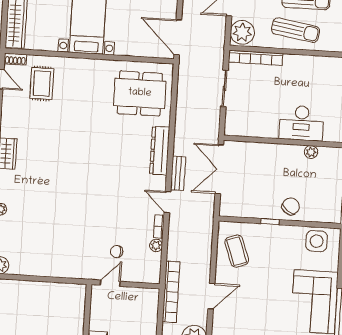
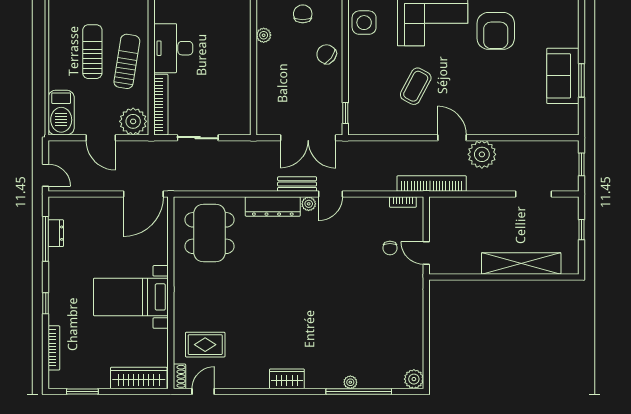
desk: (301, 123) -> (173, 48), moved, turned 180
double door: (219, 169) -> (308, 138), moved
chair: (328, 188) -> (303, 14), added
window: (270, 222) -> (345, 113), moved
bookcase: (159, 226) -> (403, 202), moved
plant: (156, 245) -> (309, 204), moved
coffee table: (237, 251) -> (416, 86), moved, turned -42
door: (211, 296) -> (452, 138), moved

